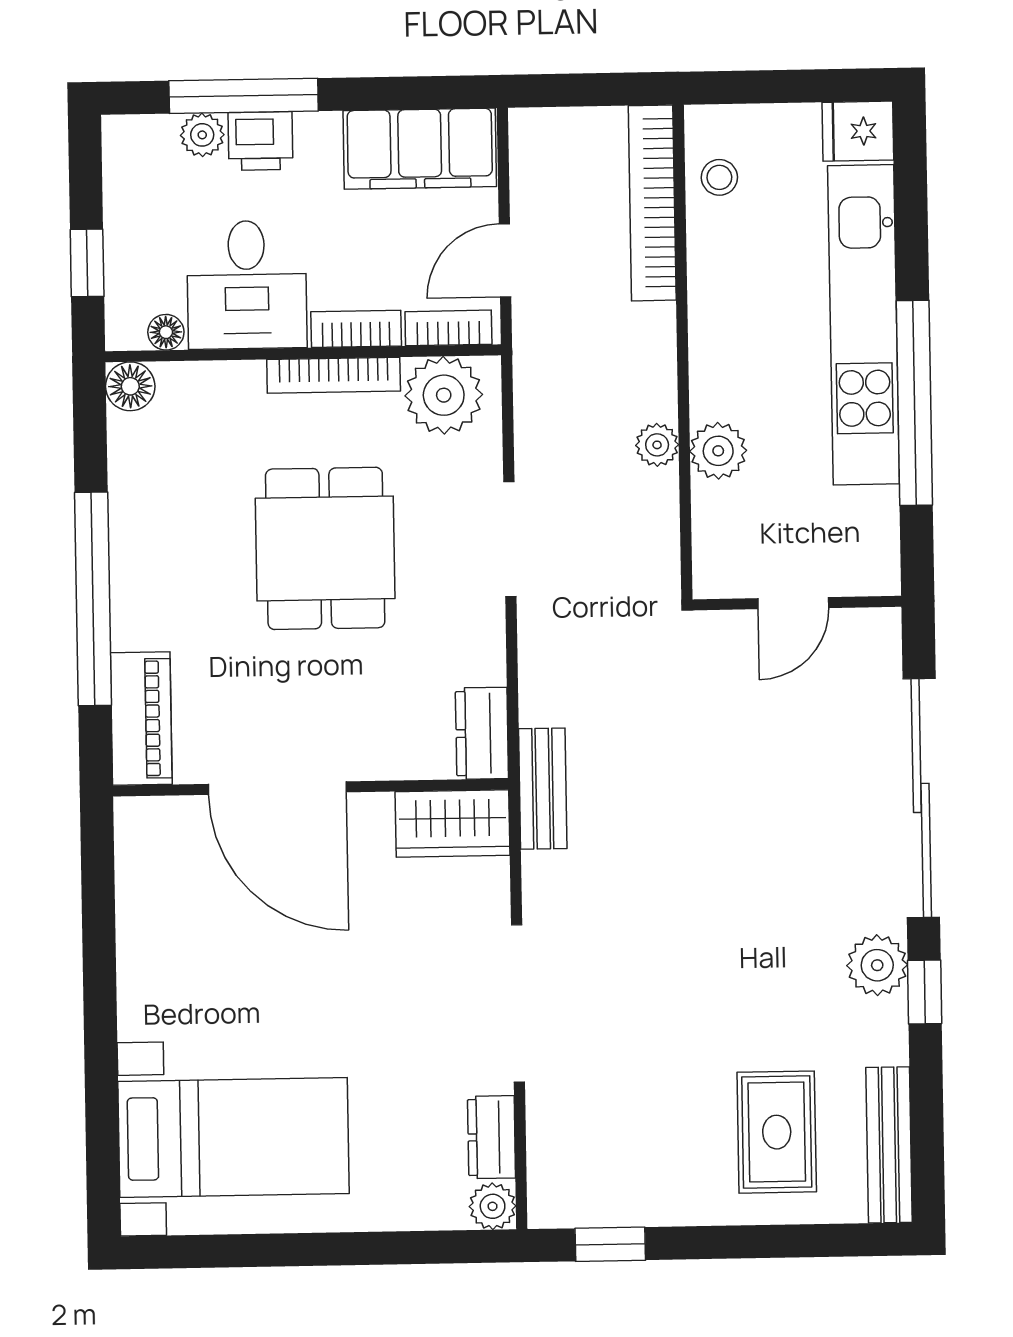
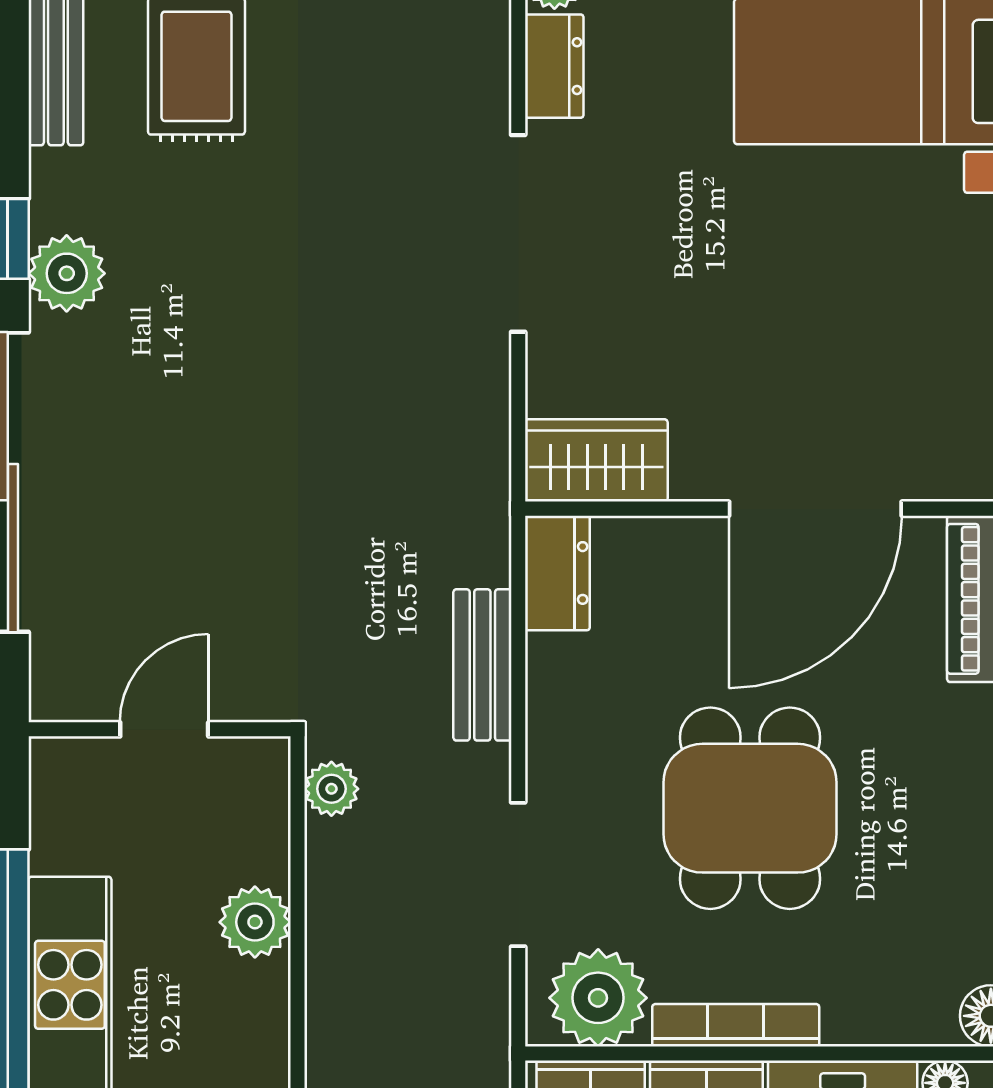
plant: (657, 445) -> (331, 789), moved
doorway: (510, 539) -> (518, 875), moved
door: (277, 788) -> (815, 509), swing flipped
bench: (543, 789) -> (482, 665), moved

